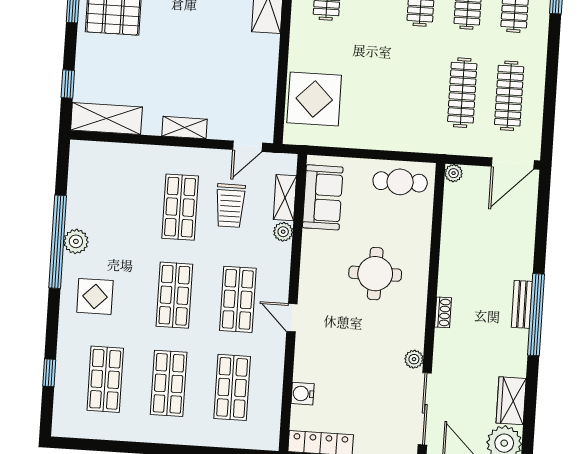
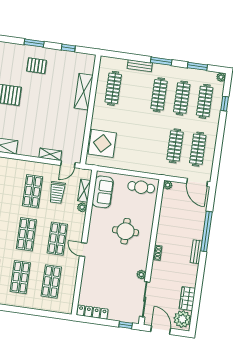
shelving: (184, 128) -> (50, 154), moved
door: (513, 163) -> (197, 182), hinge flipped
window: (536, 315) -> (206, 231), moved
water cooler: (303, 394) -> (85, 287), removed

